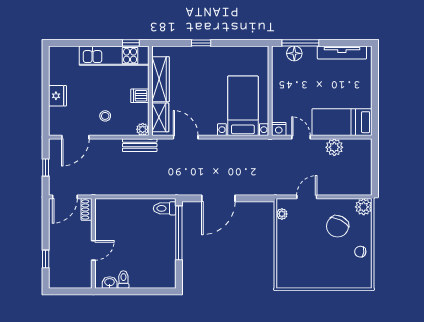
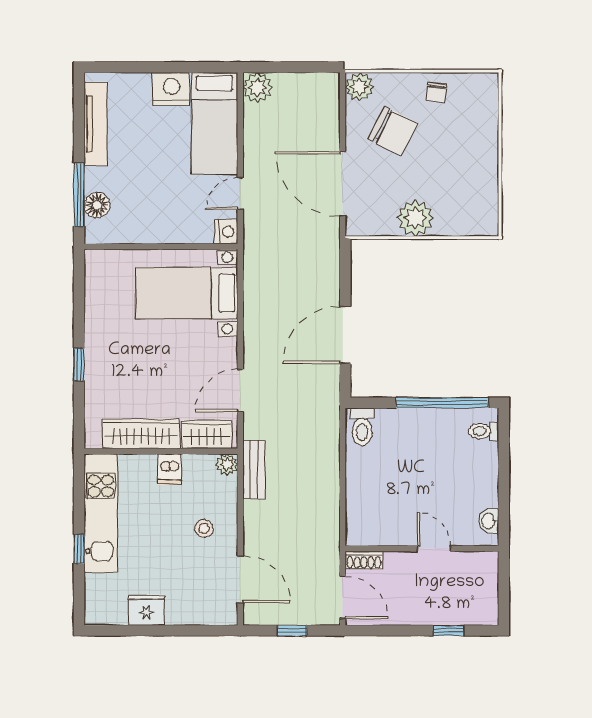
window: (131, 43) -> (79, 549), moved
fridge: (57, 96) -> (146, 610), moved
nightstand: (362, 97) -> (171, 89), added
plant: (334, 147) -> (258, 87), moved
door: (307, 197) -> (343, 184), width x1.88
door: (218, 198) -> (345, 335), swing flipped
plant: (282, 214) -> (415, 218), moved, width x1.88, depth x1.88
window: (179, 233) -> (442, 403), moved
toilet: (123, 280) -> (484, 431), moved

